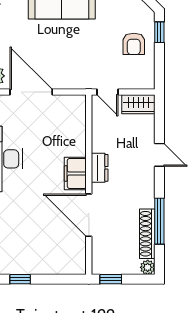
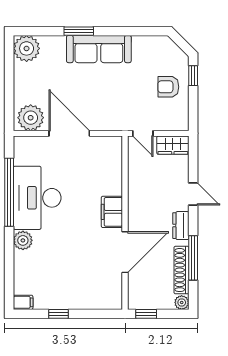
armchair: (134, 44) -> (168, 87), turned 90
dresser: (100, 168) -> (181, 226), moved, turned 180
door: (89, 215) -> (125, 252), swing flipped

